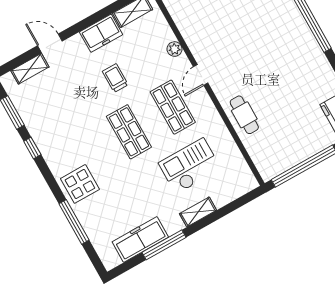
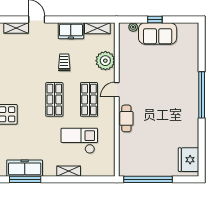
plant: (174, 49) -> (105, 61), width x1.88, depth x1.88
cafe table: (244, 115) -> (126, 118), moved
window: (164, 245) -> (25, 179), moved

